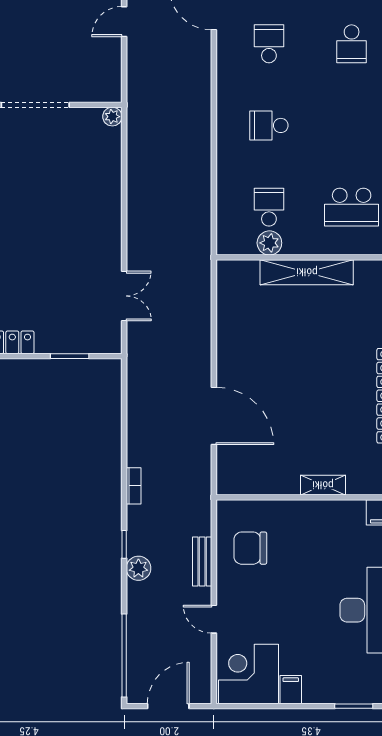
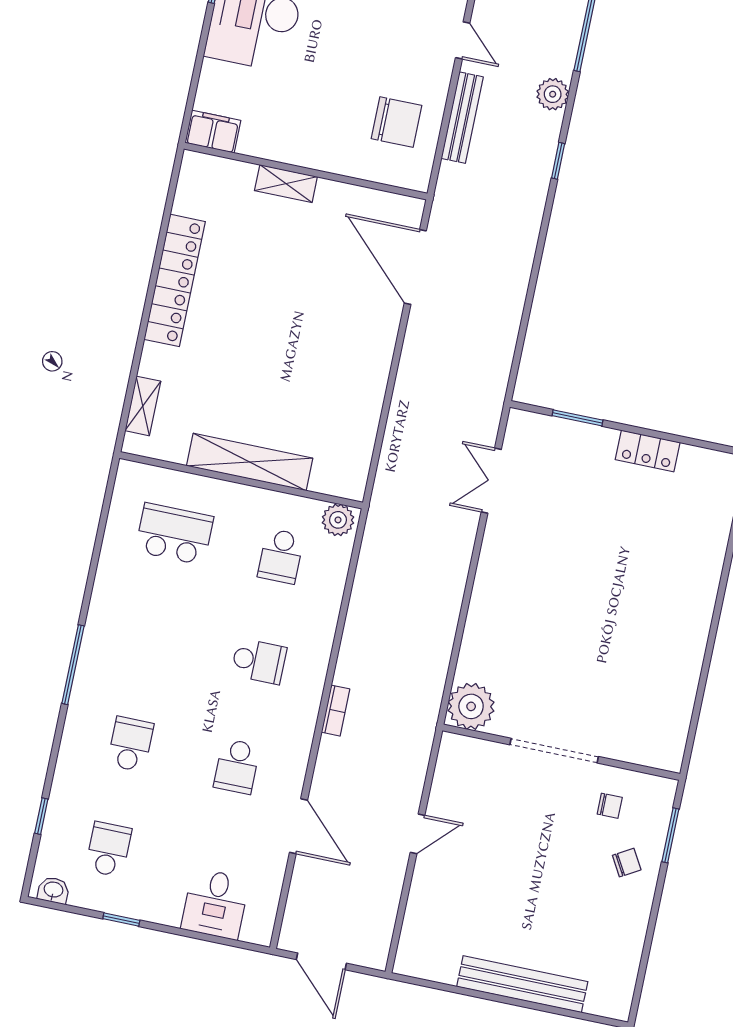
plant: (112, 117) -> (471, 706), width x1.88, depth x1.88
plant: (269, 243) -> (338, 520), moved
door: (214, 416) -> (415, 267), moved
bookcase: (134, 486) -> (336, 711), moved, turned 180
bench: (202, 562) -> (462, 118), width x1.36
plant: (138, 568) -> (553, 94), moved

